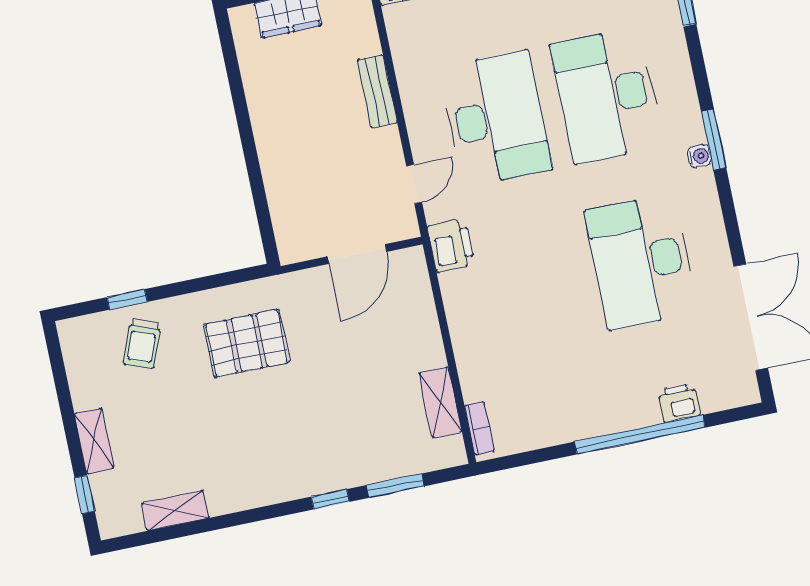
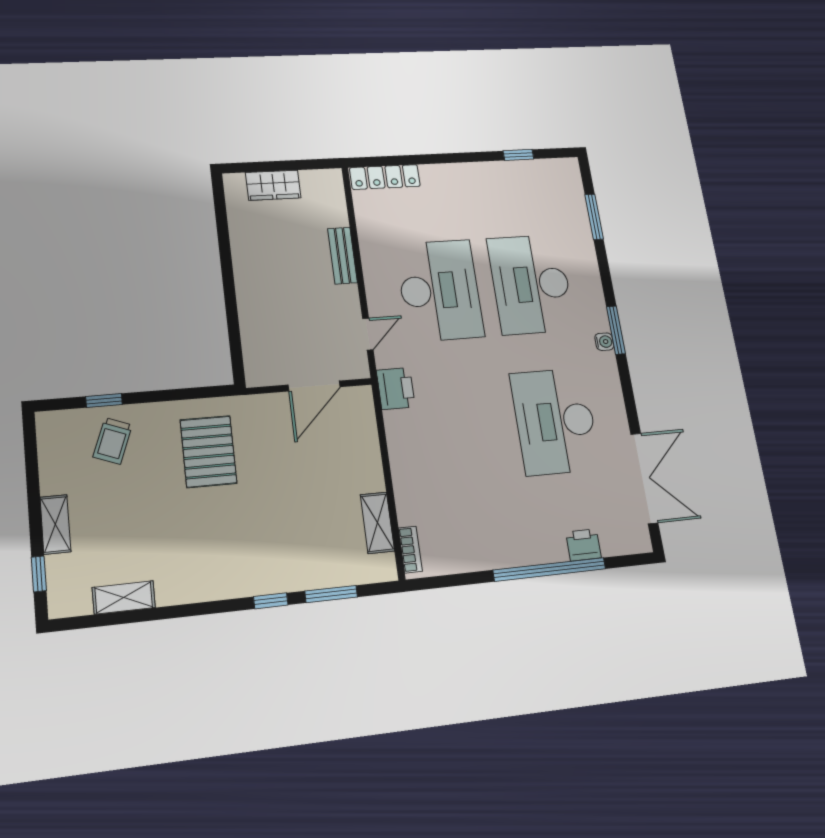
pallet: (247, 343) -> (208, 451), turned 90

